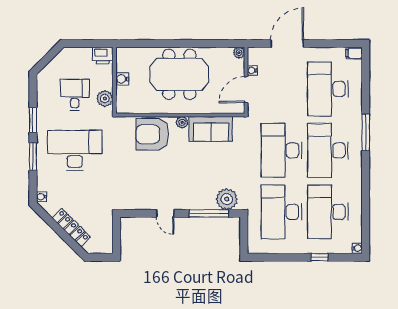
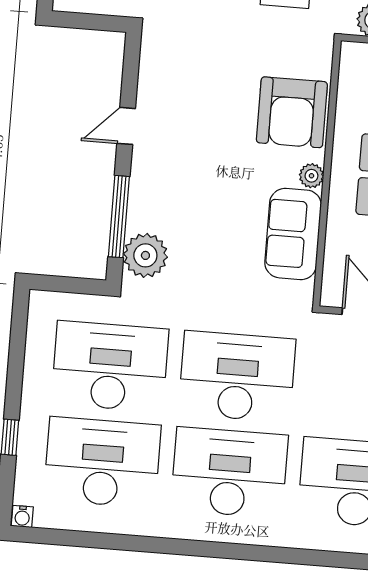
window: (366, 132) -> (260, 553), removed
armchair: (152, 134) -> (292, 112), turned 180

